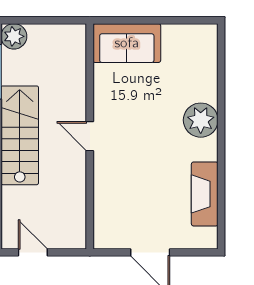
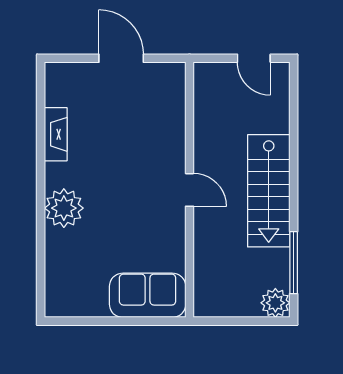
fireplace: (205, 194) -> (56, 134), width x0.73, depth x0.76

